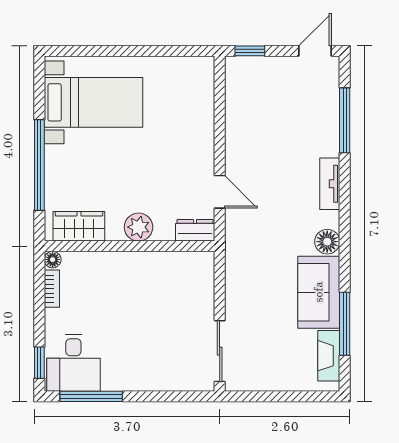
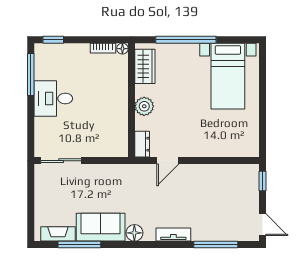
desk: (73, 363) -> (53, 99), moved

